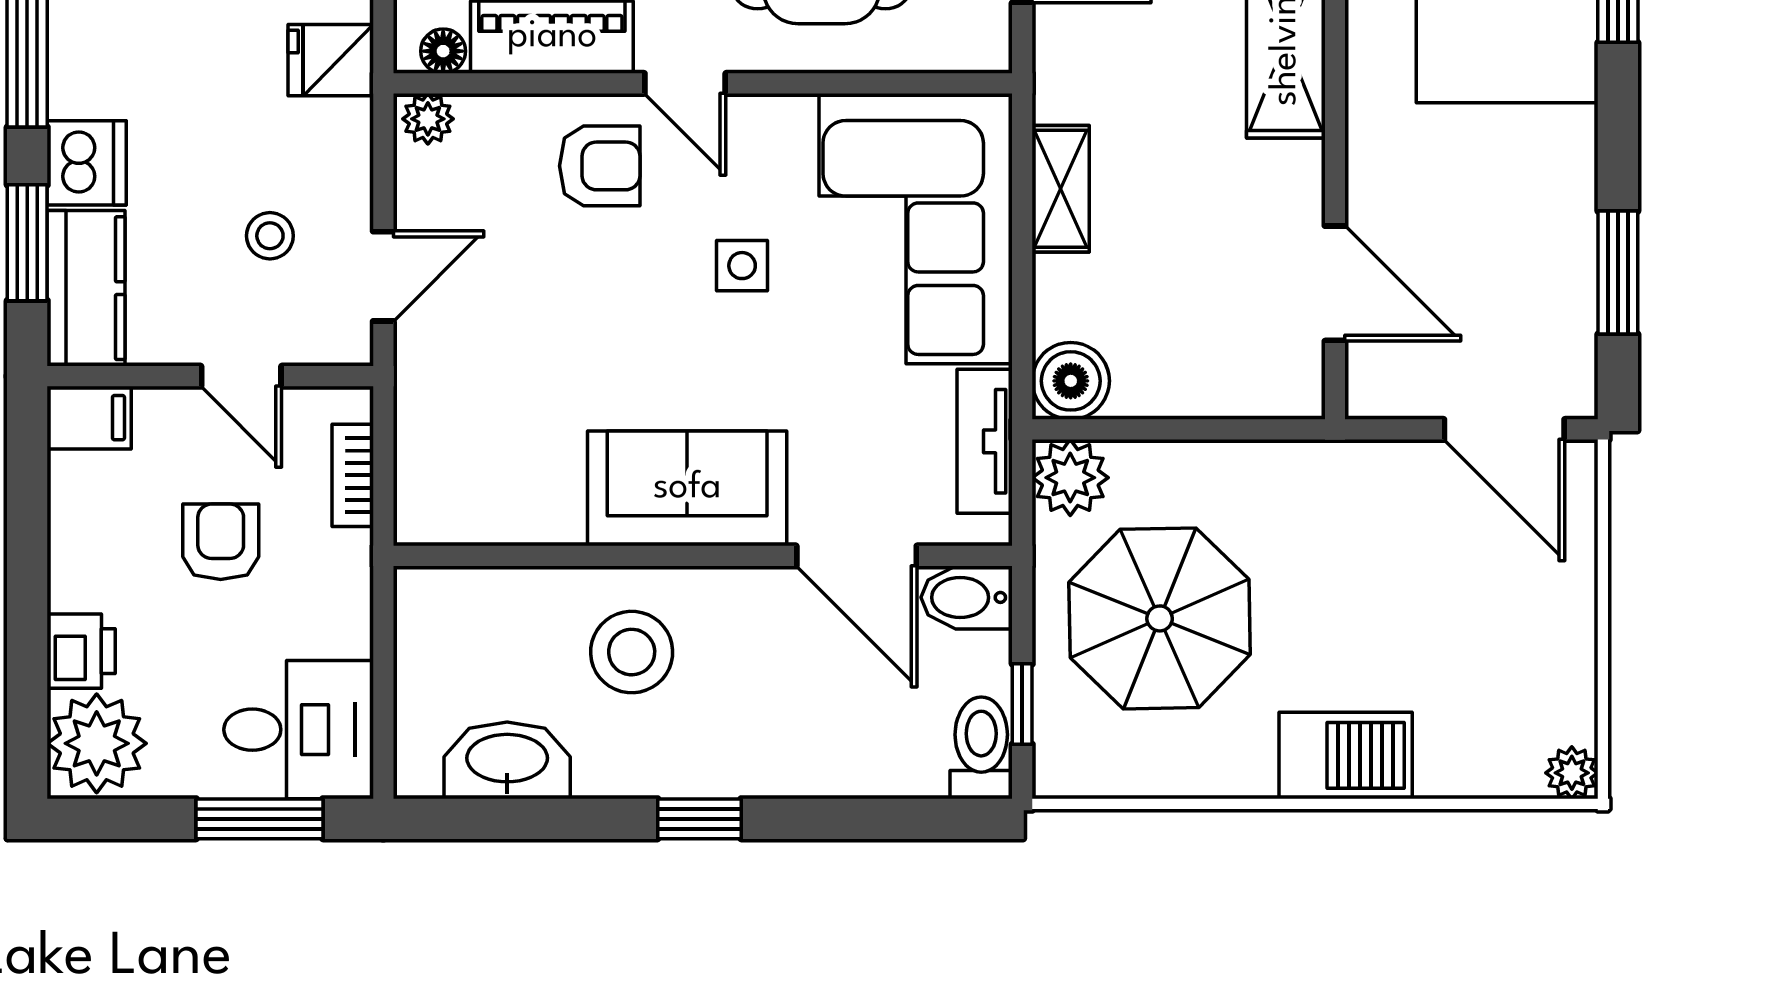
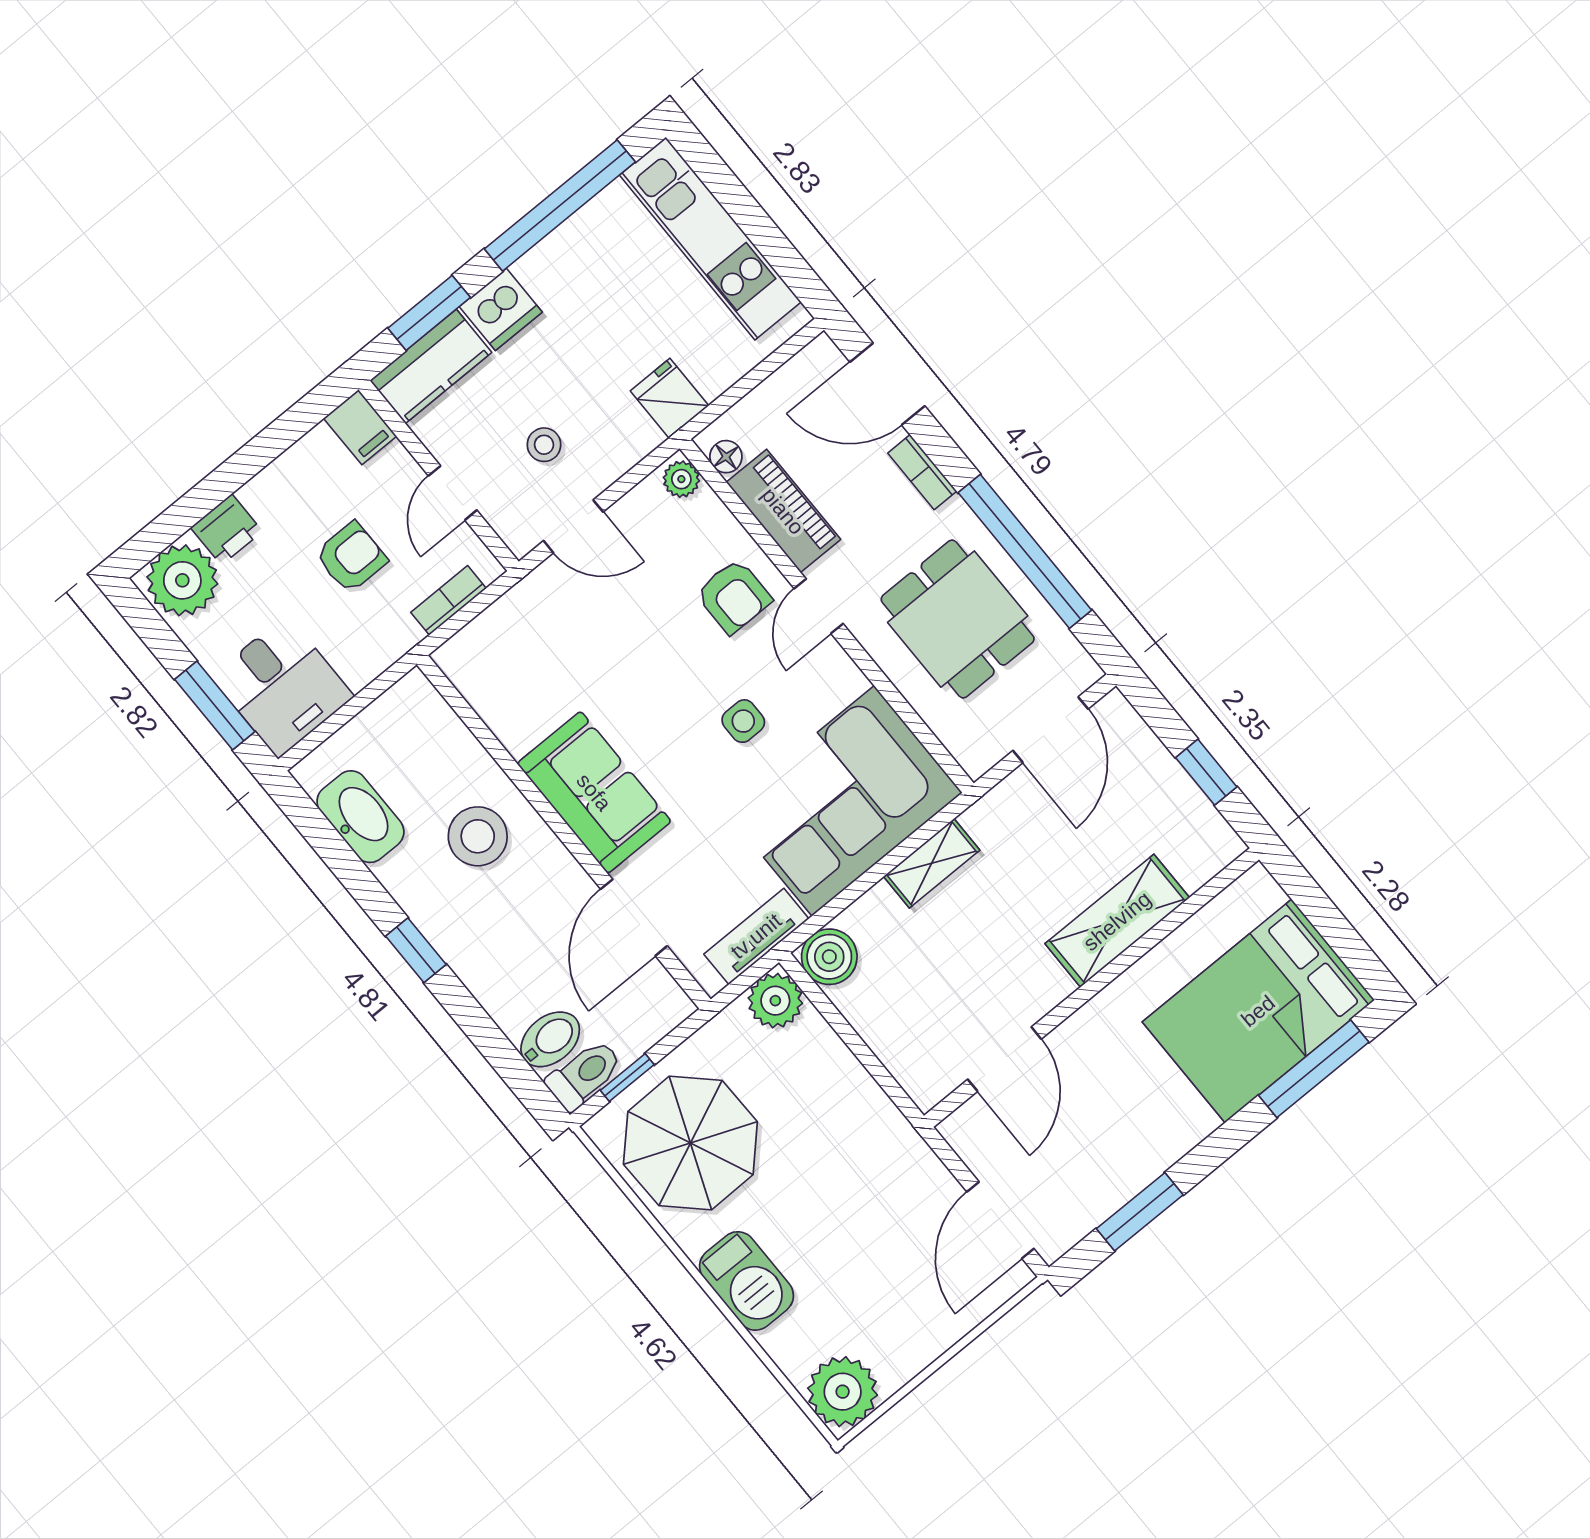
bidet: (967, 597) -> (550, 1039), moved, turned 90
parasol: (1160, 618) -> (690, 1143), moved
plant: (1572, 773) -> (843, 1392), width x1.88, depth x1.88

